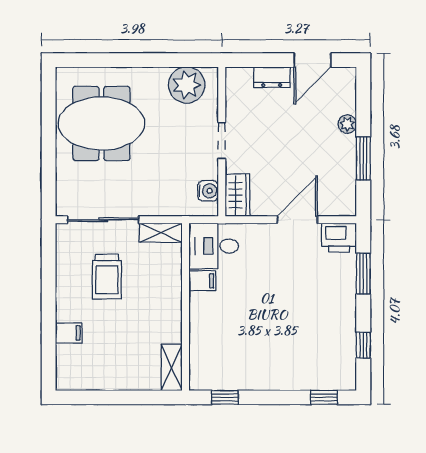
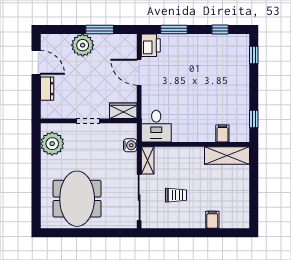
plant: (347, 124) -> (83, 45), width x1.88, depth x1.88
water cooler: (208, 191) -> (130, 145), moved, turned 90
trolley: (107, 277) -> (176, 195), width x0.73, depth x0.72
filing cabinet: (202, 281) -> (222, 134), moved
shelving: (172, 367) -> (227, 155), width x1.50, depth x1.33

